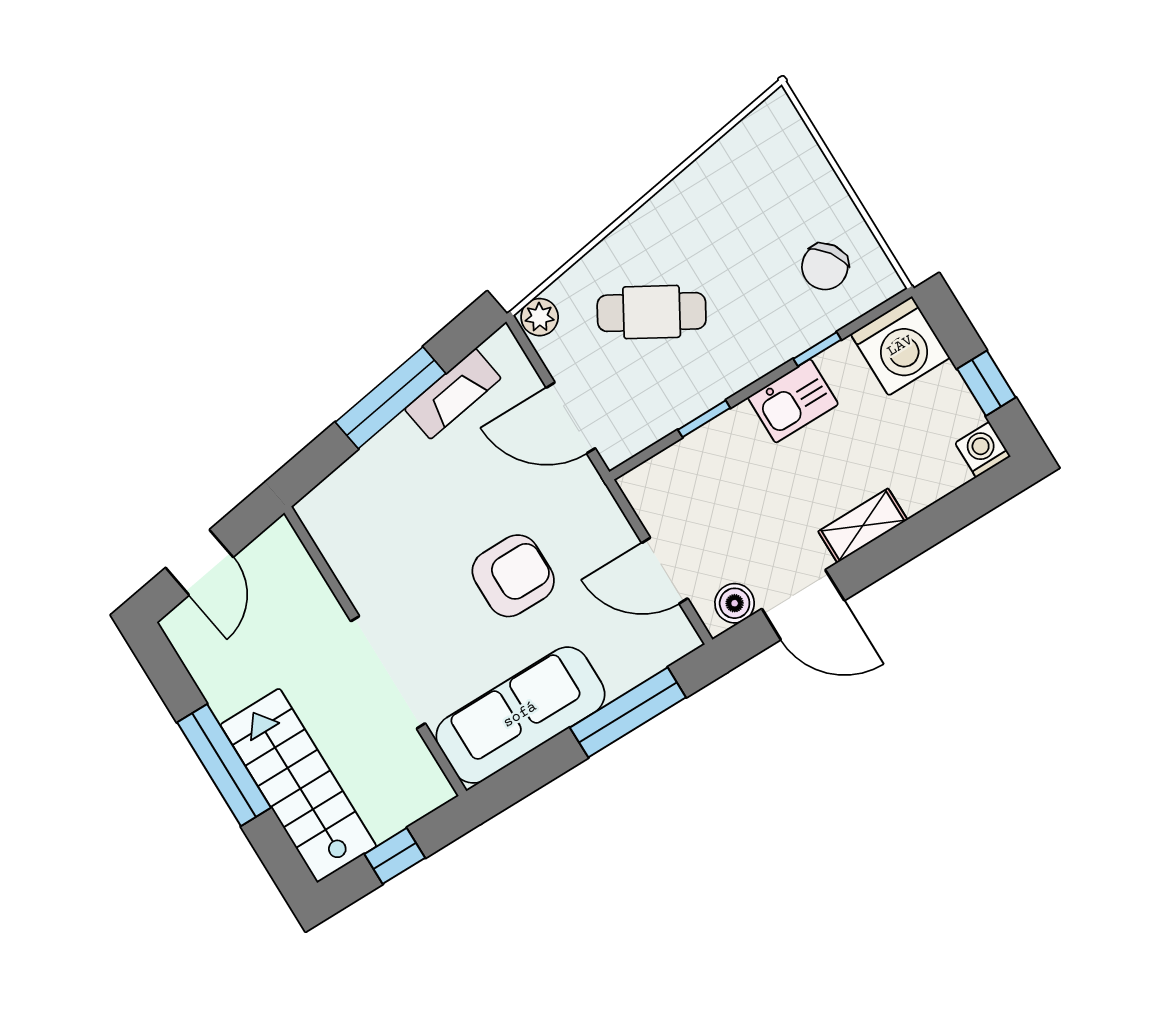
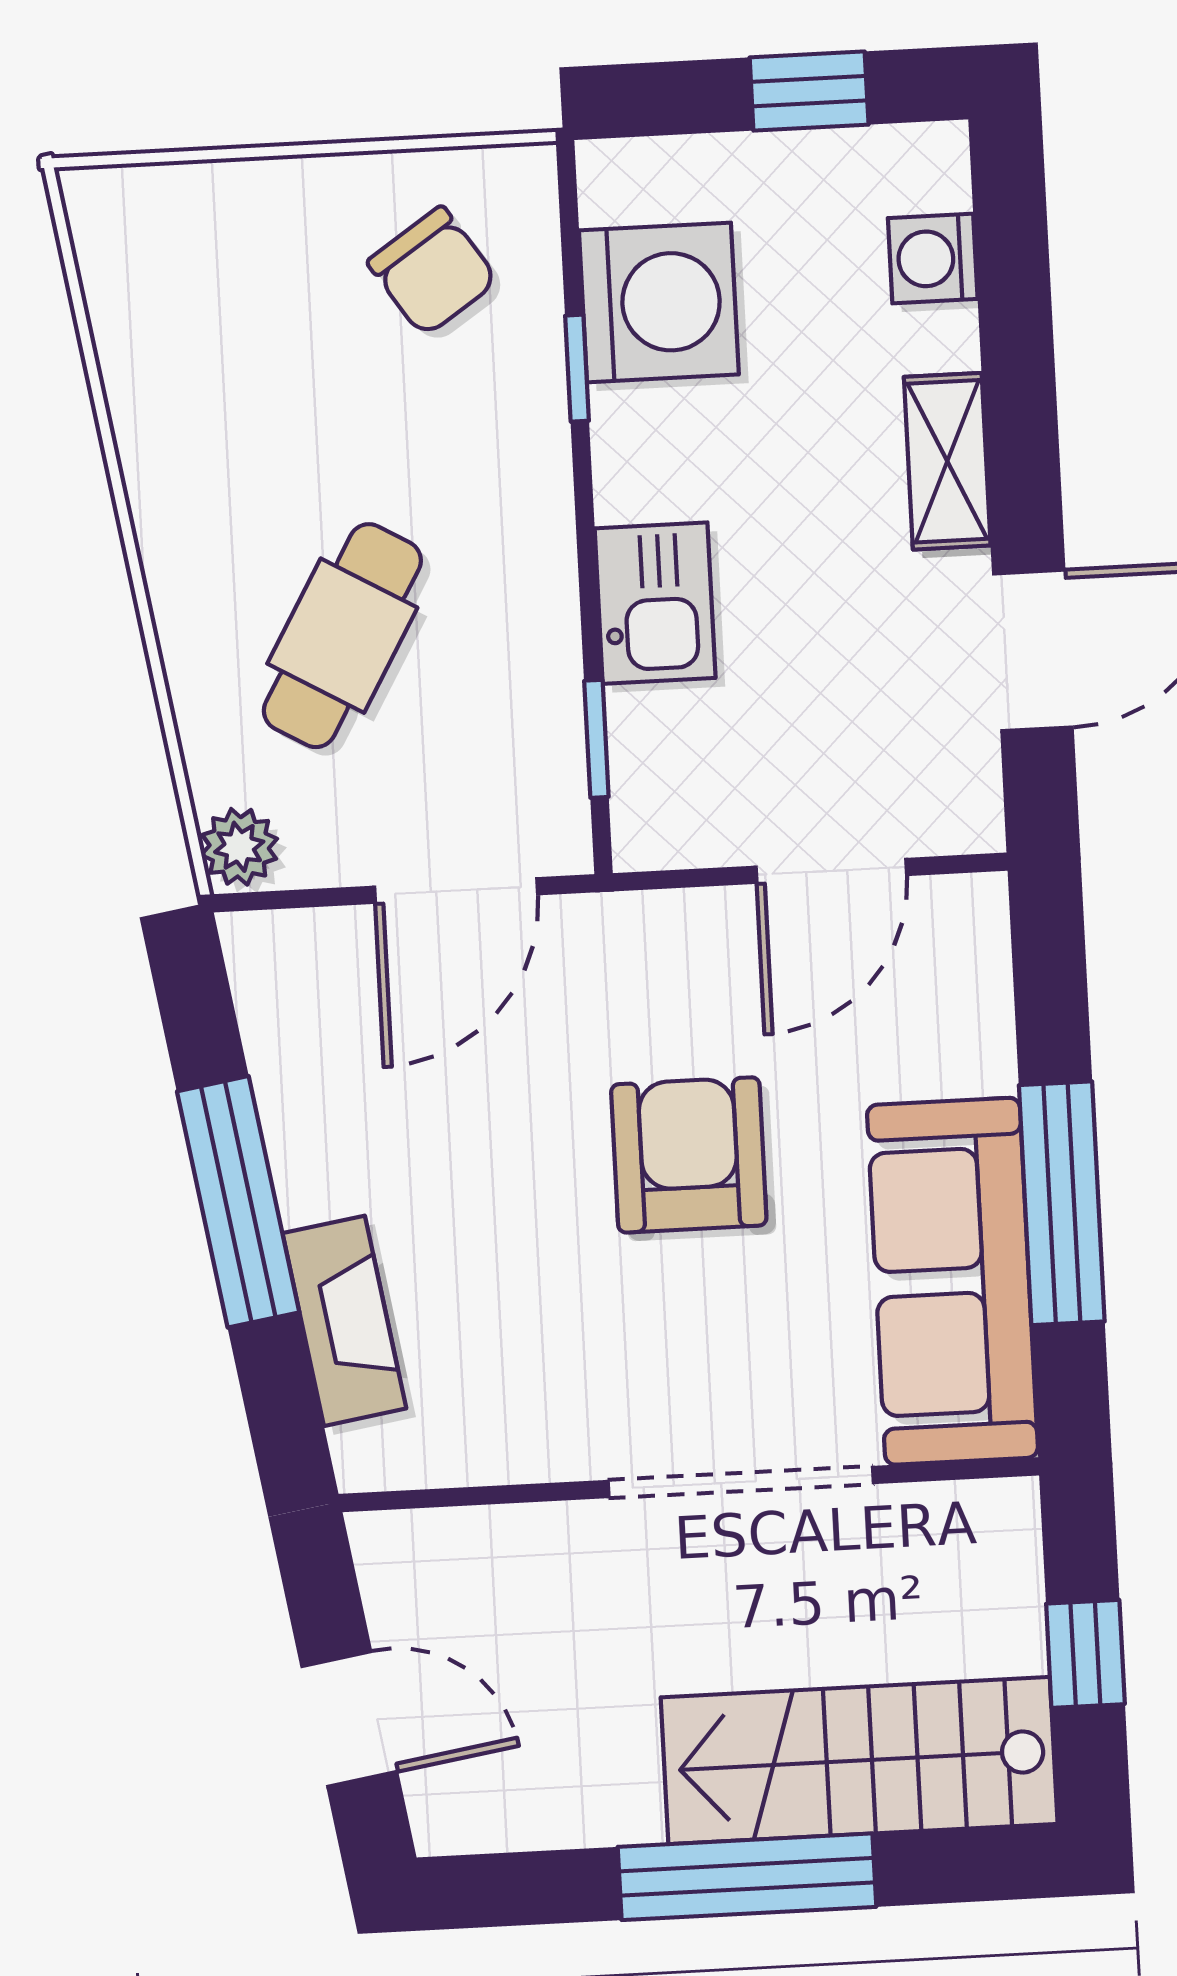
washing machine: (900, 346) -> (659, 302), moved
fireplace: (453, 394) -> (344, 1321), moved
kitchen sink: (793, 401) -> (655, 603), moved
window: (704, 419) -> (596, 739), moved
washing machine: (983, 450) -> (933, 259), moved
boiler: (735, 603) -> (961, 775), removed
window: (628, 712) -> (1062, 1203), moved

